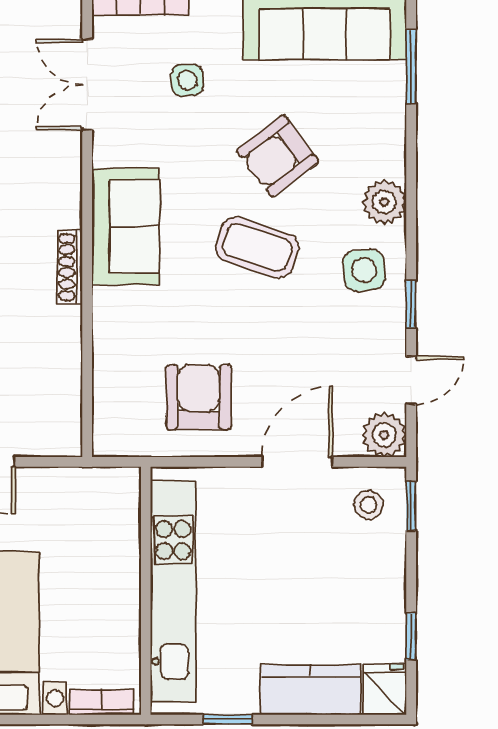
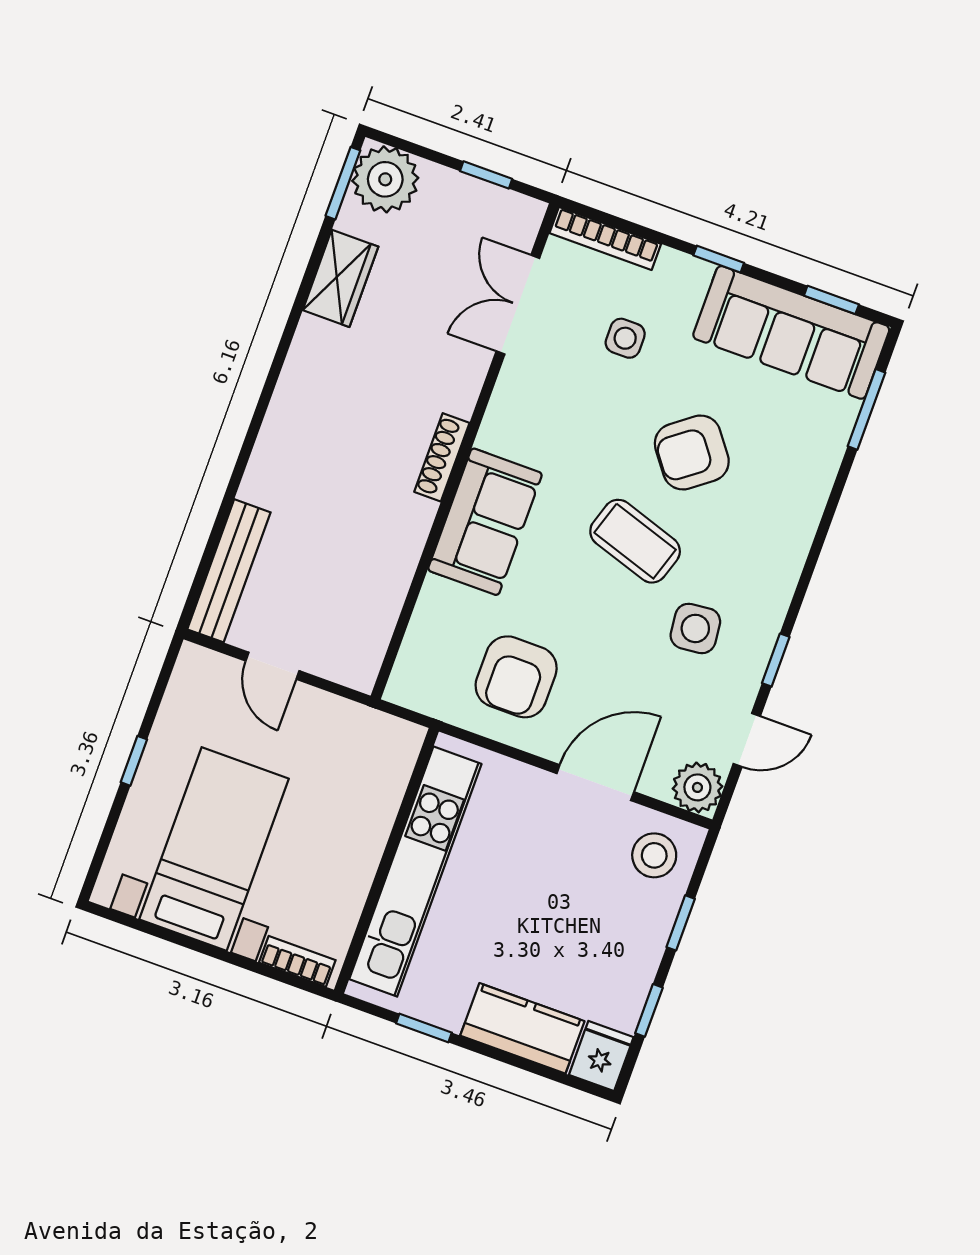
plant: (384, 202) -> (787, 542), removed
sofa: (125, 227) -> (485, 522), moved
shoe rack: (70, 267) -> (442, 457), moved
side table: (364, 270) -> (695, 628), moved
armchair: (199, 397) -> (516, 677), turned 180
stool: (369, 505) -> (654, 855), width x1.37, depth x1.37
window: (411, 506) -> (681, 923), moved

